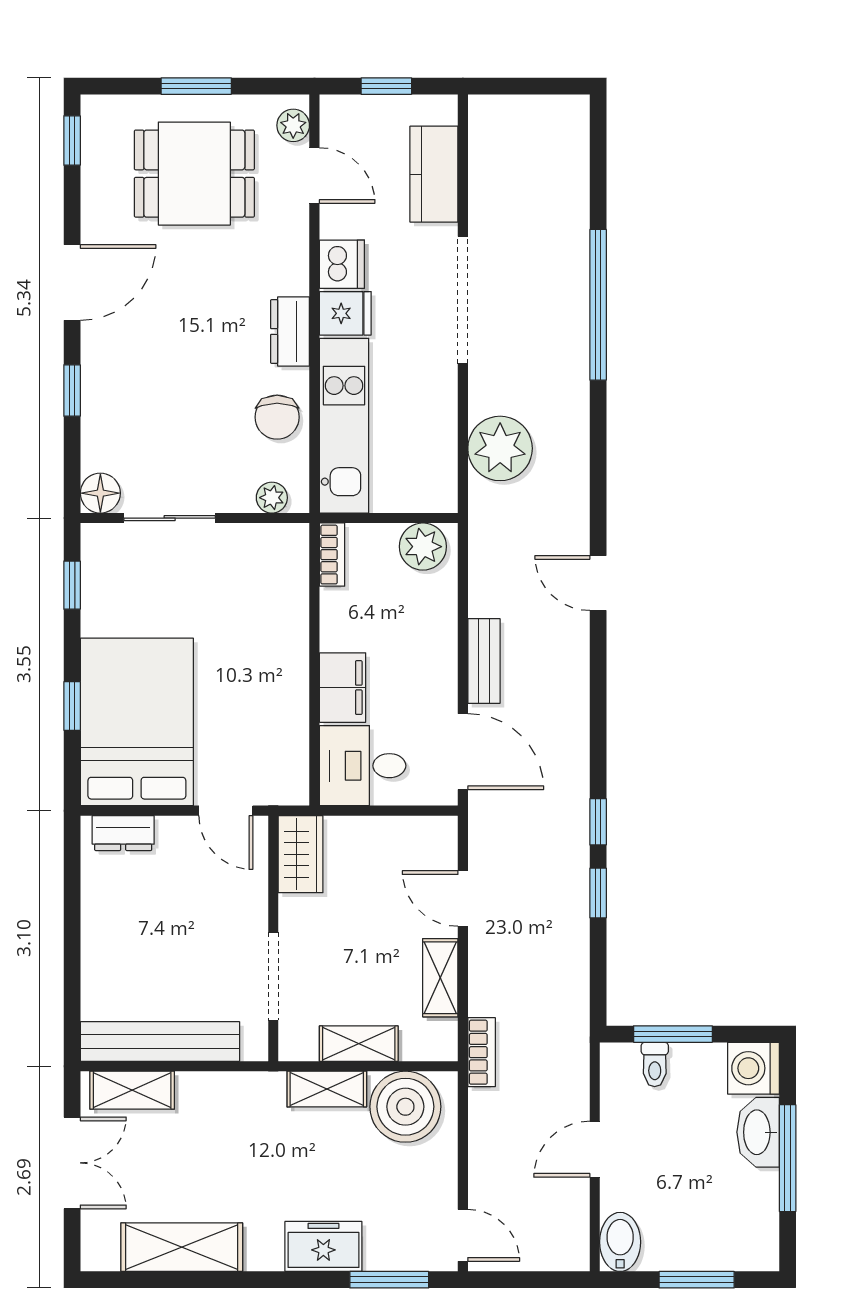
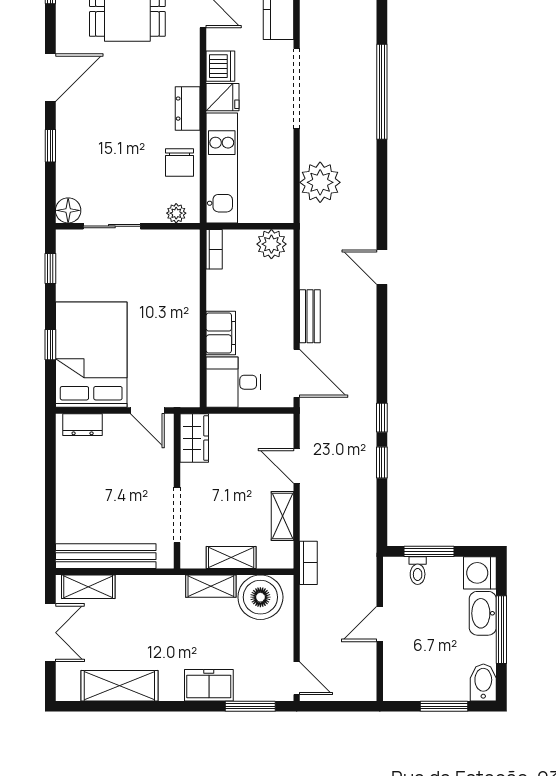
bidet: (620, 1242) -> (483, 682), moved

